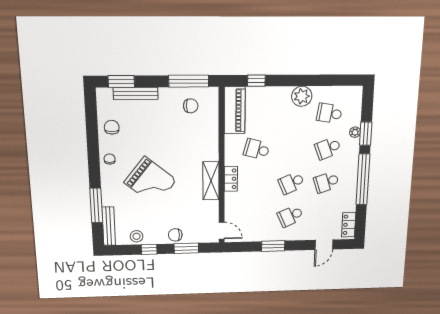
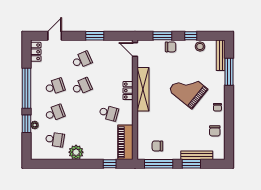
window: (121, 82) -> (191, 164), moved
shelving: (211, 181) -> (143, 89), width x1.47

